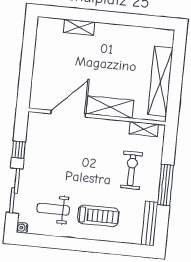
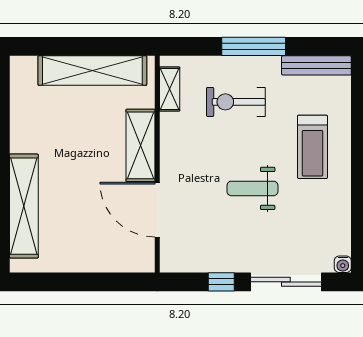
shelving: (79, 27) -> (24, 206), width x2.20, depth x1.33
weight bench: (53, 209) -> (252, 188), moved, turned 90
treadmill: (98, 216) -> (312, 147), turned 180

